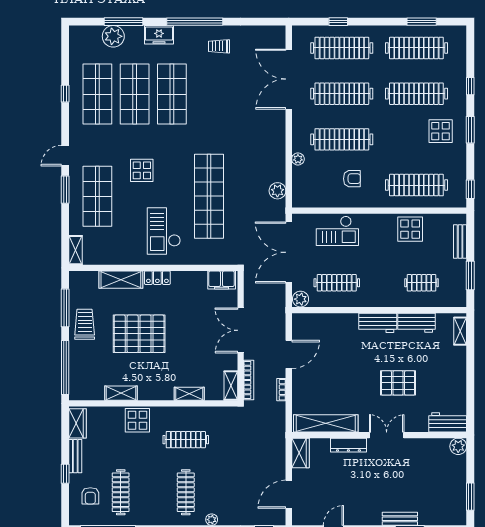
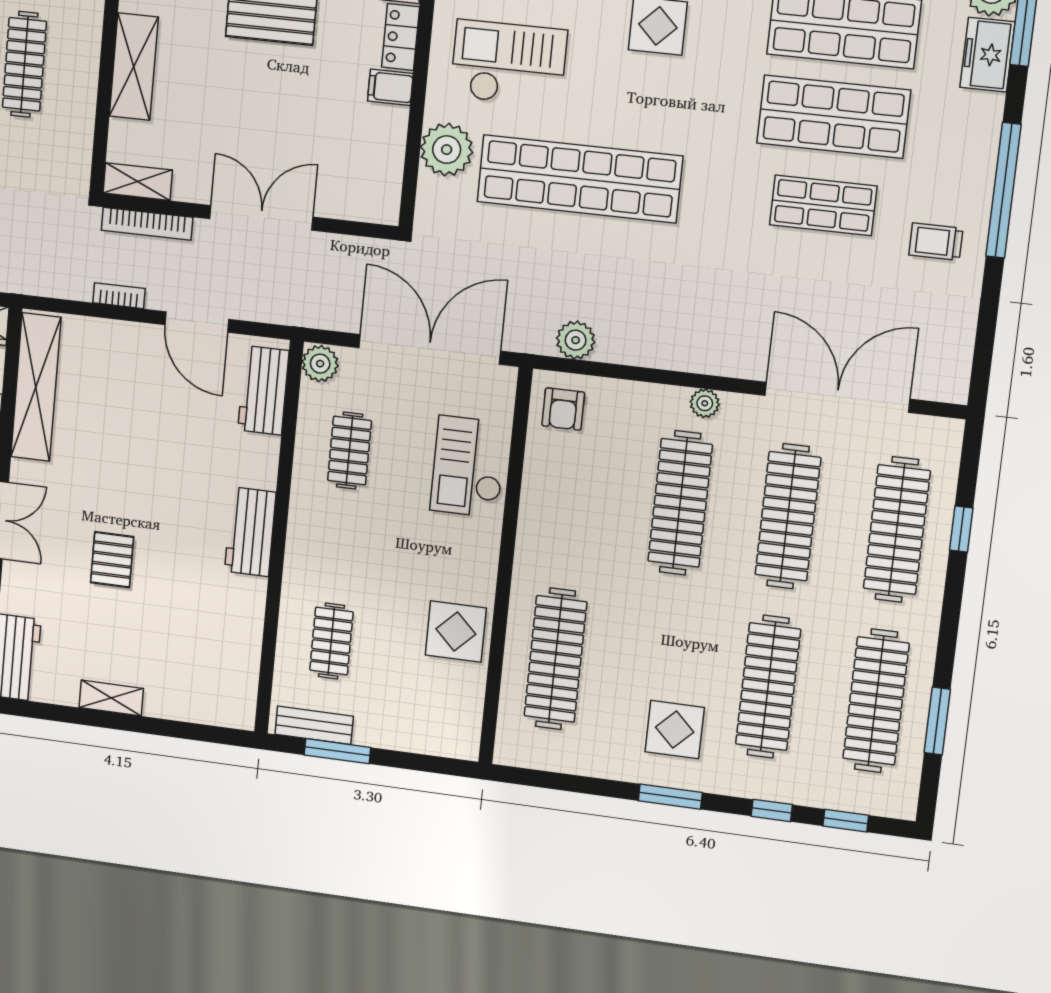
freezer: (159, 35) -> (987, 55), moved
trolley: (219, 46) -> (936, 242), turned -90
shop shelf: (209, 94) -> (823, 205), added
plant: (298, 159) -> (705, 403), moved
armchair: (352, 179) -> (563, 409), moved
window: (470, 189) -> (846, 821), moved
bench: (460, 241) -> (314, 725), moved
plant: (203, 254) -> (447, 150), added
filing cabinet: (222, 280) -> (390, 87), moved, width x0.50
clothes rail: (337, 283) -> (350, 451), width x0.73
workbench: (417, 323) -> (263, 390), moved
shelving: (460, 331) -> (111, 698), moved
pallet: (398, 383) -> (112, 560), width x0.67, depth x0.71
shelving: (189, 394) -> (134, 67), width x1.50, depth x1.33

